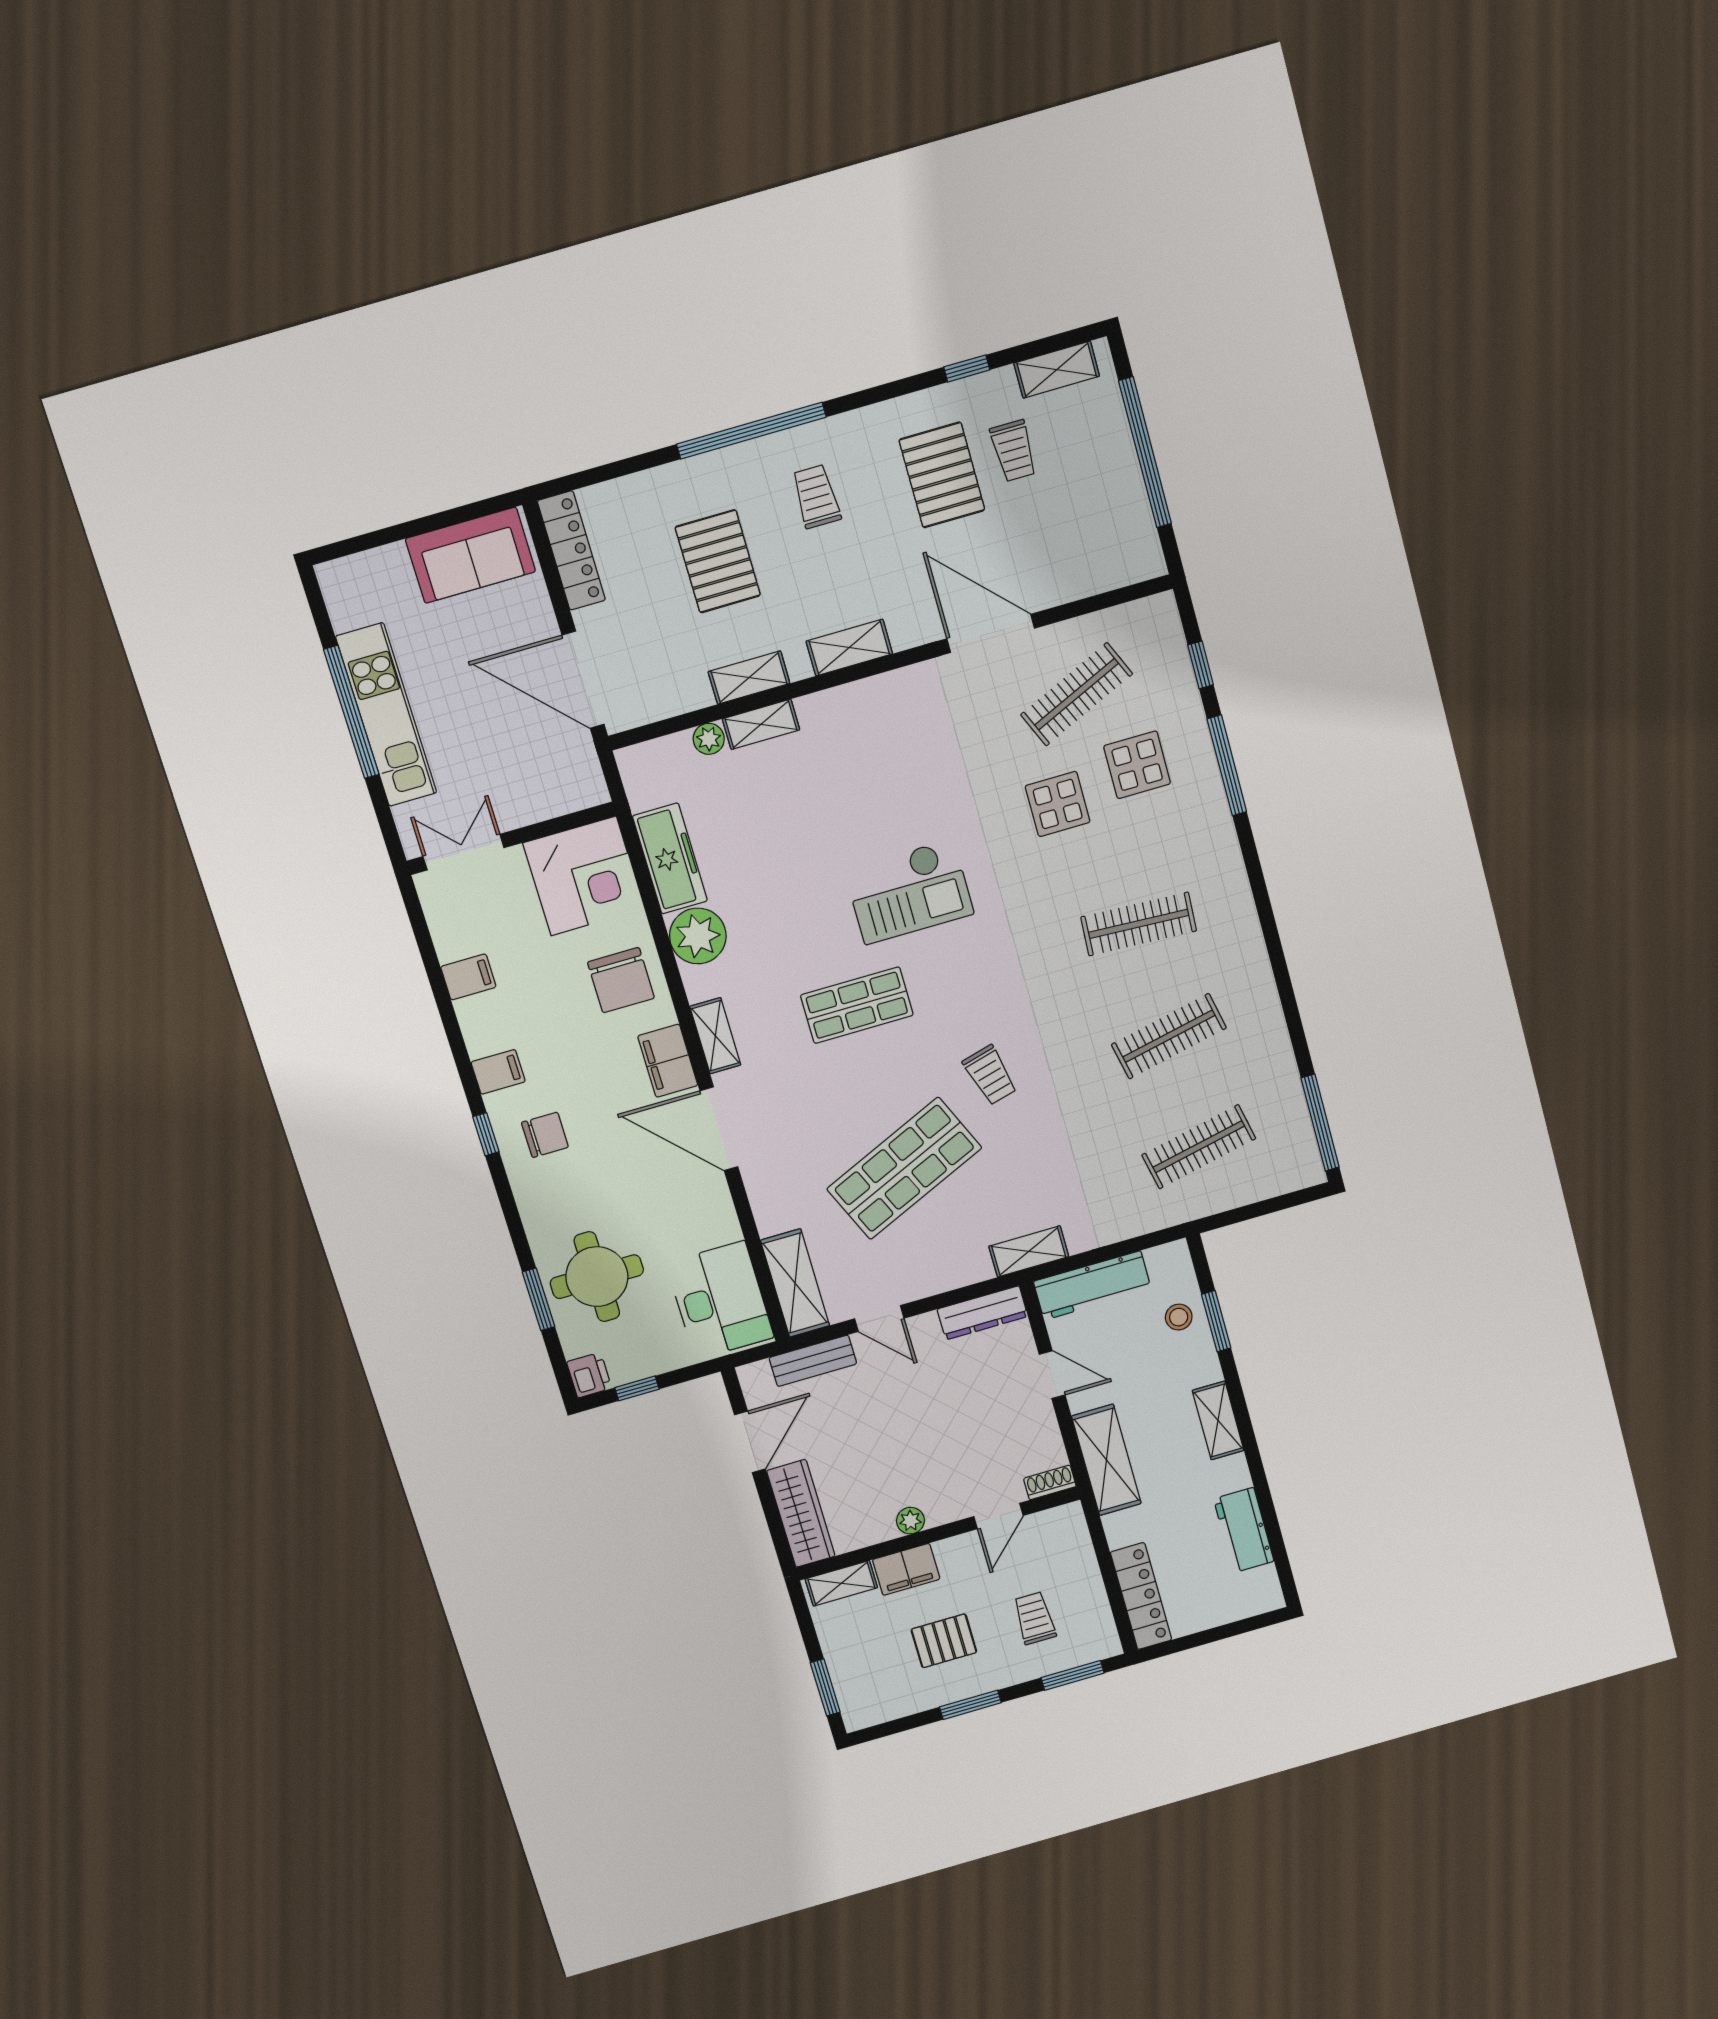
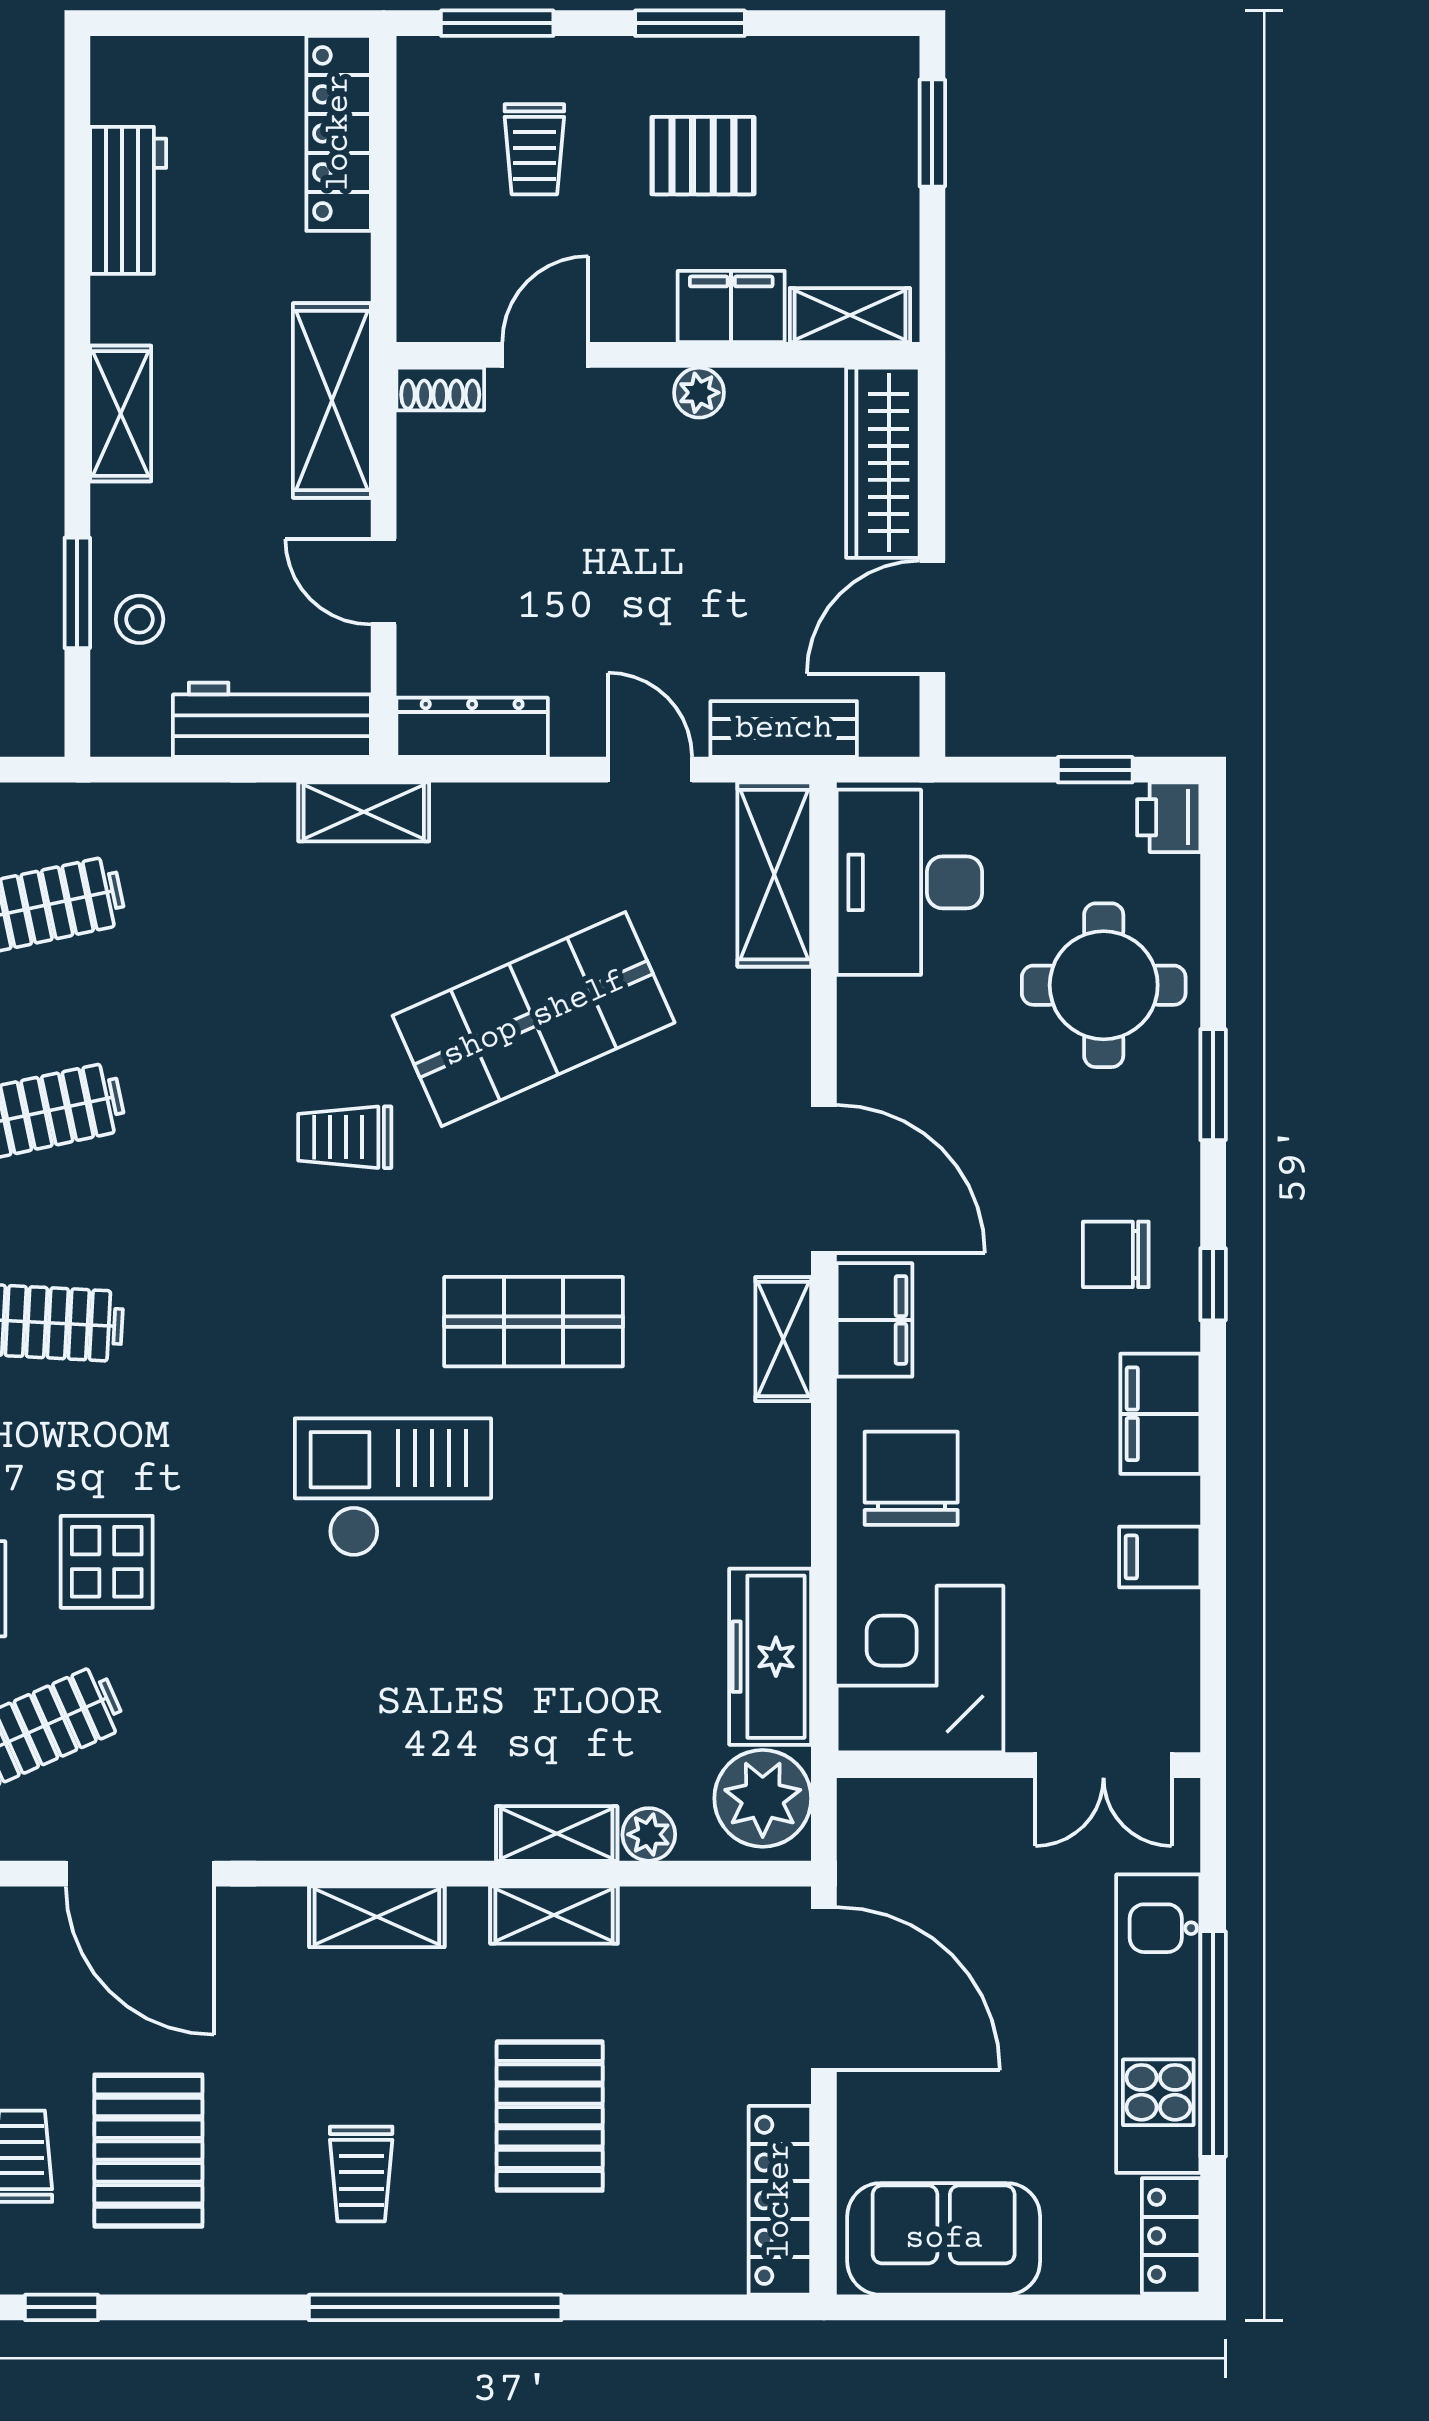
locker: (340, 595) -> (1171, 2236), added
plant: (698, 936) -> (763, 1798), moved
filing cabinet: (498, 1072) -> (1160, 1414), width x2.00
trolley: (990, 1075) -> (345, 1137), turned -75
window: (539, 1299) -> (1213, 1085), moved

